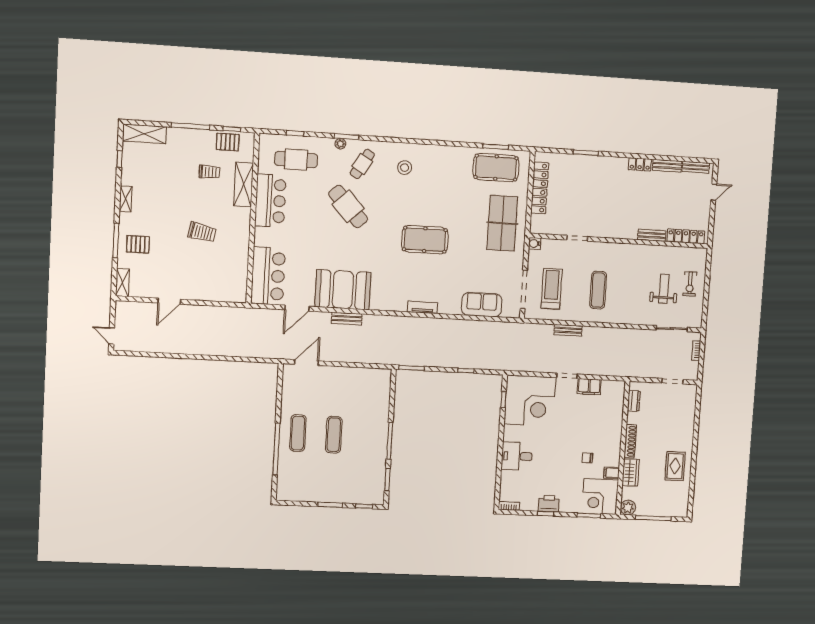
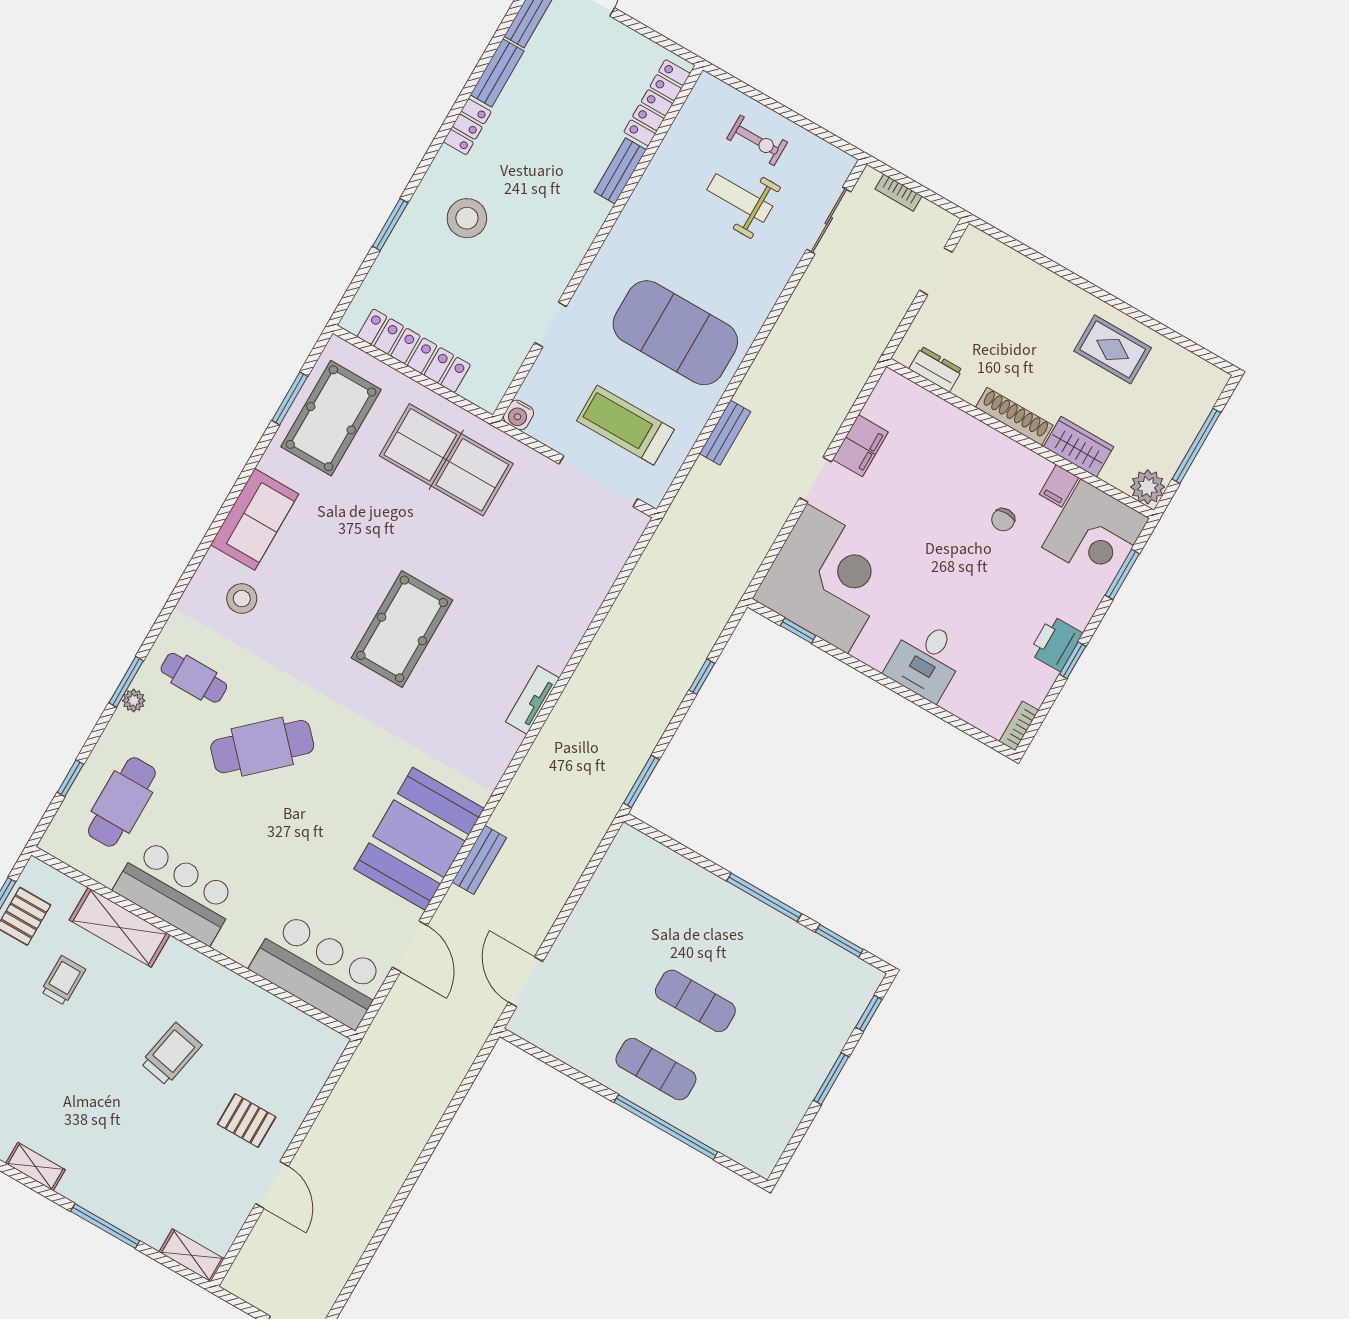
cafe table: (362, 164) -> (194, 678), turned -31
stool: (603, 183) -> (467, 218), added
pallet: (138, 244) -> (247, 1121), moved, turned 90
exercise mat: (598, 290) -> (675, 333), width x2.00, depth x1.45
sofa: (482, 305) -> (255, 519), moved, turned 180

